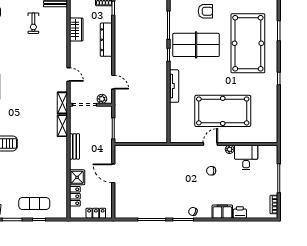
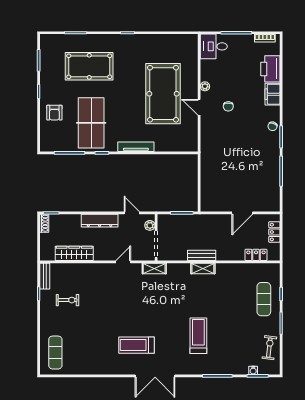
armchair: (205, 11) -> (54, 113), turned 180
wardrobe: (76, 29) -> (74, 253), width x1.50
dresser: (106, 40) -> (100, 221), moved
pool table: (248, 43) -> (89, 66), width x0.73, depth x0.76
door: (113, 82) -> (132, 213), hinge flipped
shelving: (62, 126) -> (203, 269), moved
desk: (246, 158) -> (214, 46), moved
door: (113, 173) -> (242, 213), moved
shower: (77, 177) -> (235, 252), removed
printer: (240, 212) -> (270, 69), width x1.87, depth x1.48

